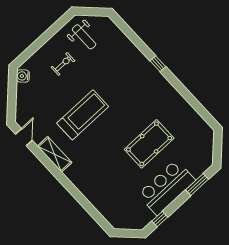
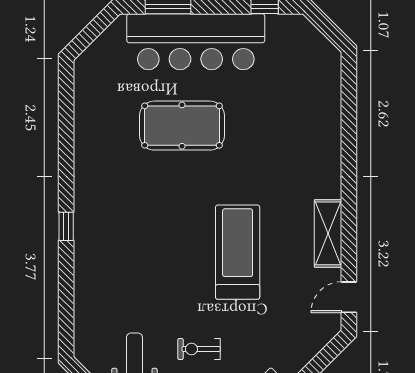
treadmill: (83, 115) -> (238, 252), turned 90
bar counter: (167, 187) -> (196, 42), width x1.36

